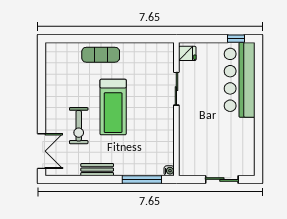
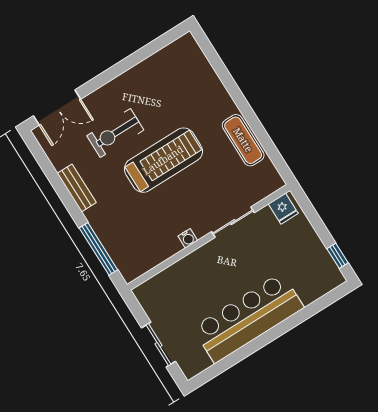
exercise mat: (101, 55) -> (243, 140), moved
bar counter: (240, 80) -> (248, 318), moved
treadmill: (113, 107) -> (163, 160), turned 180
water cooler: (169, 171) -> (188, 238), moved

